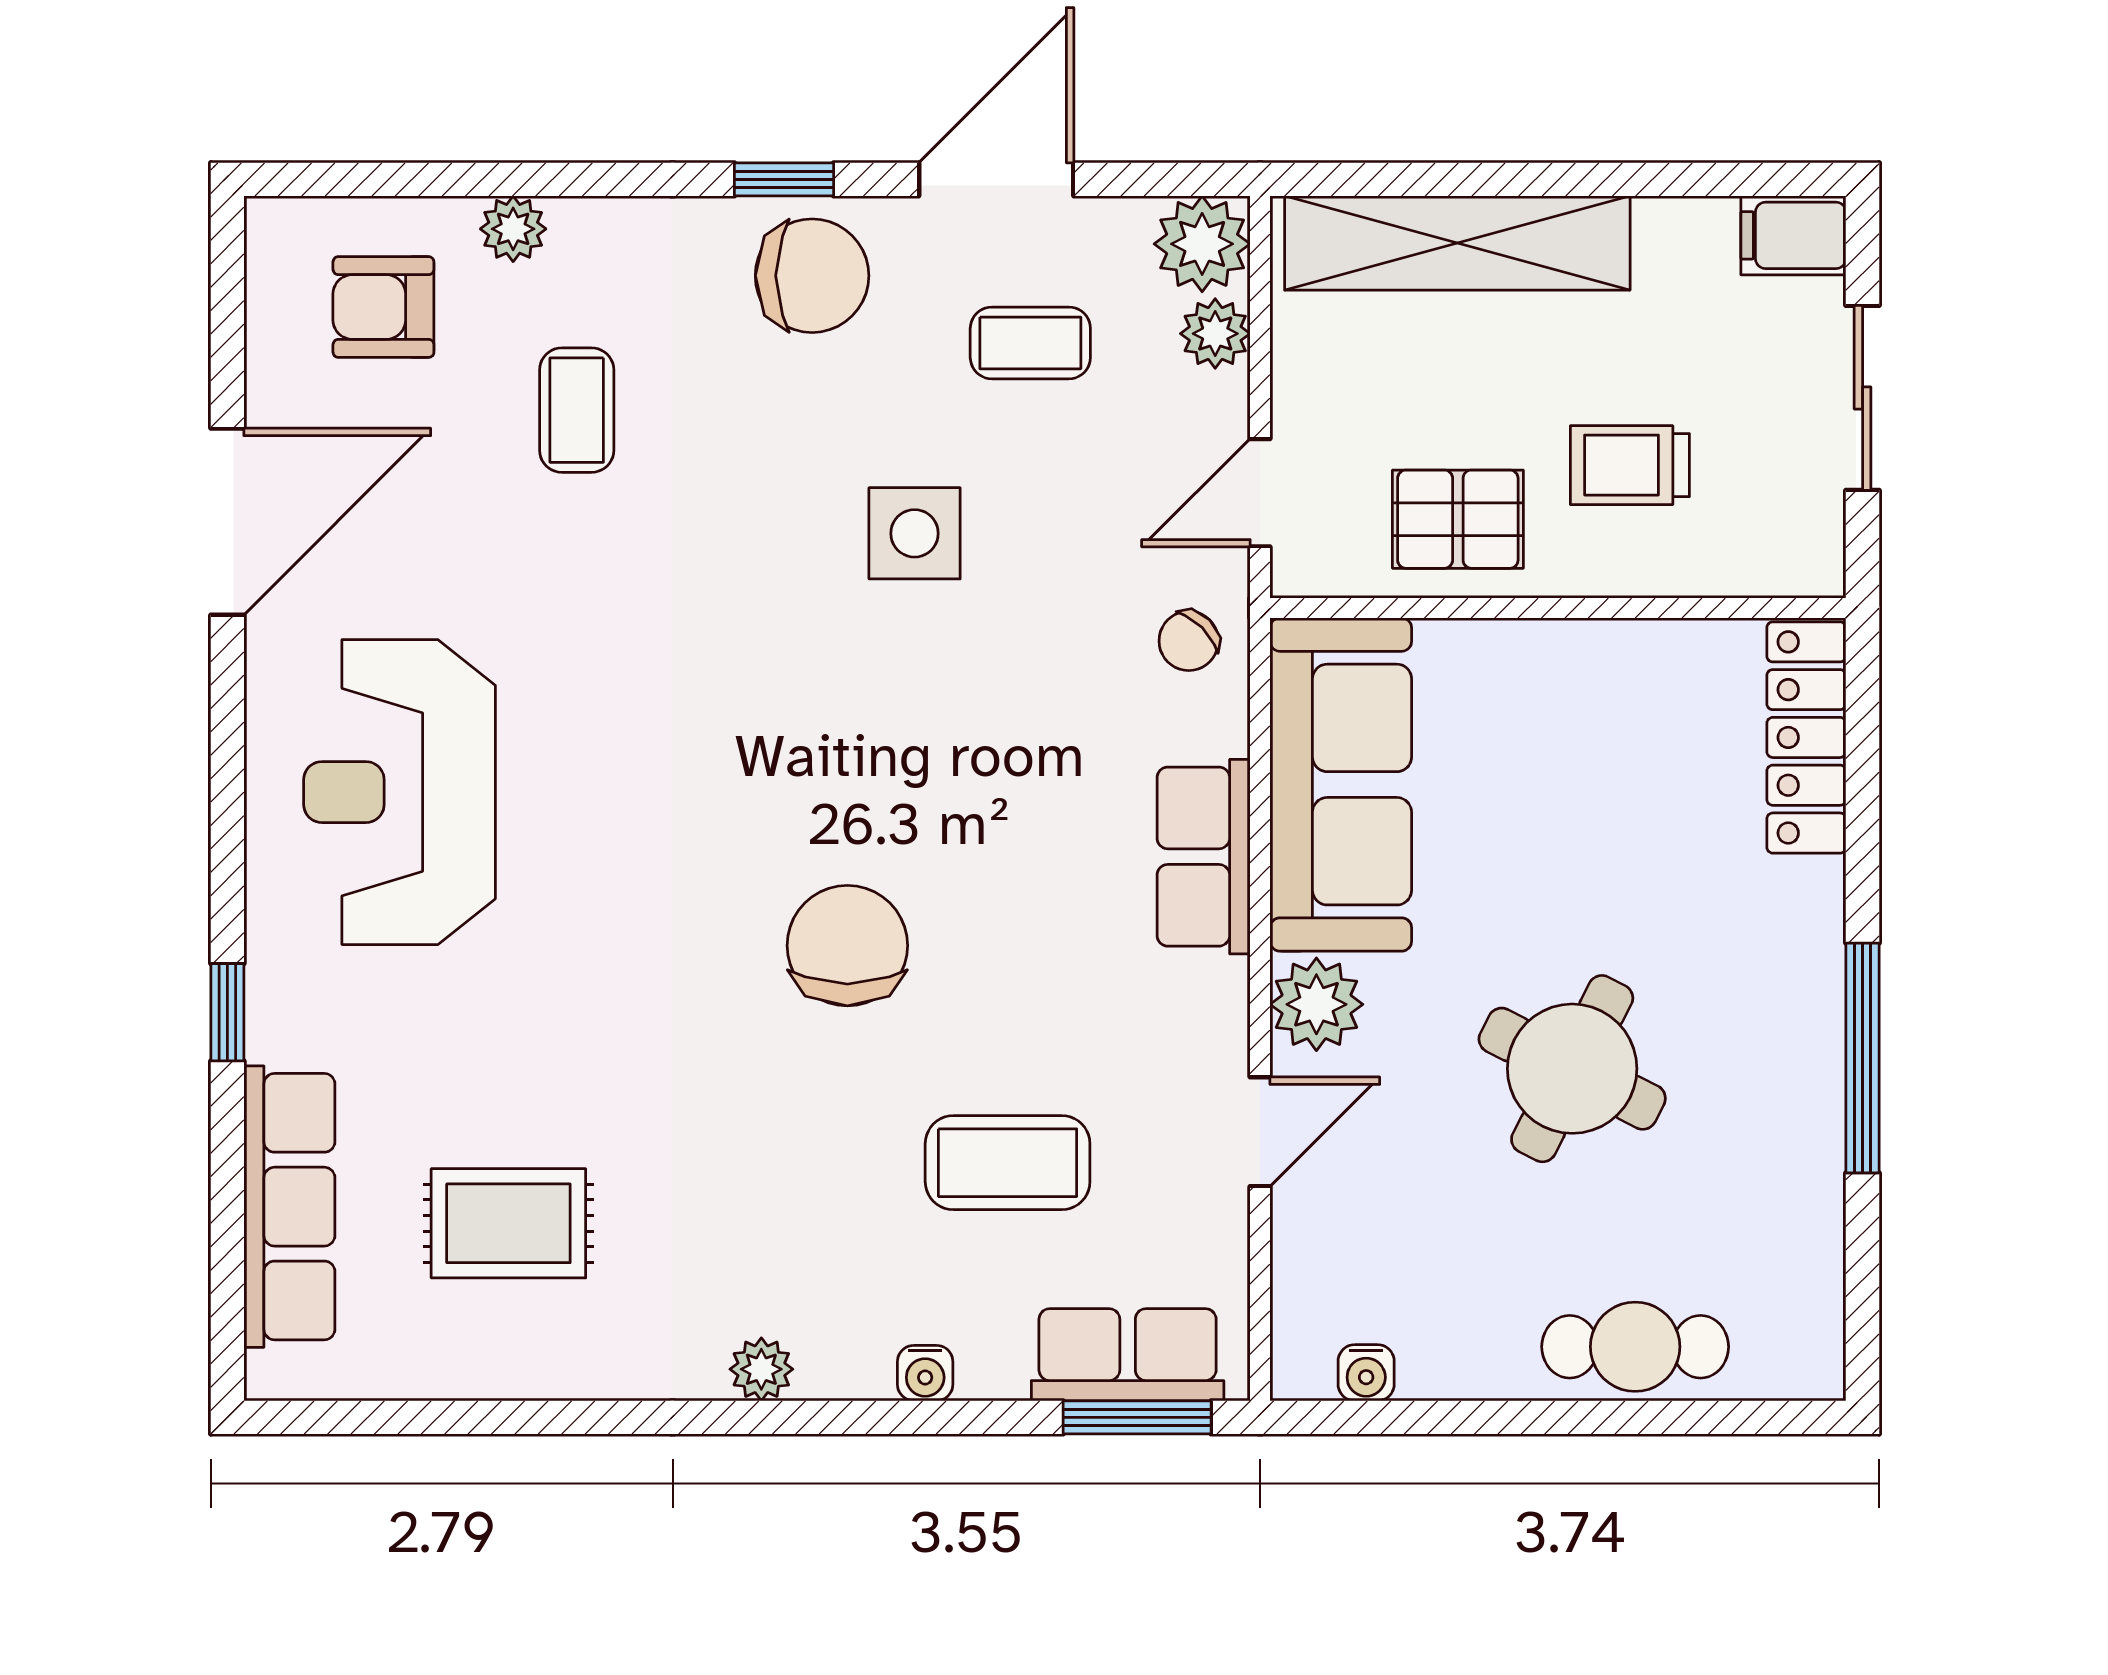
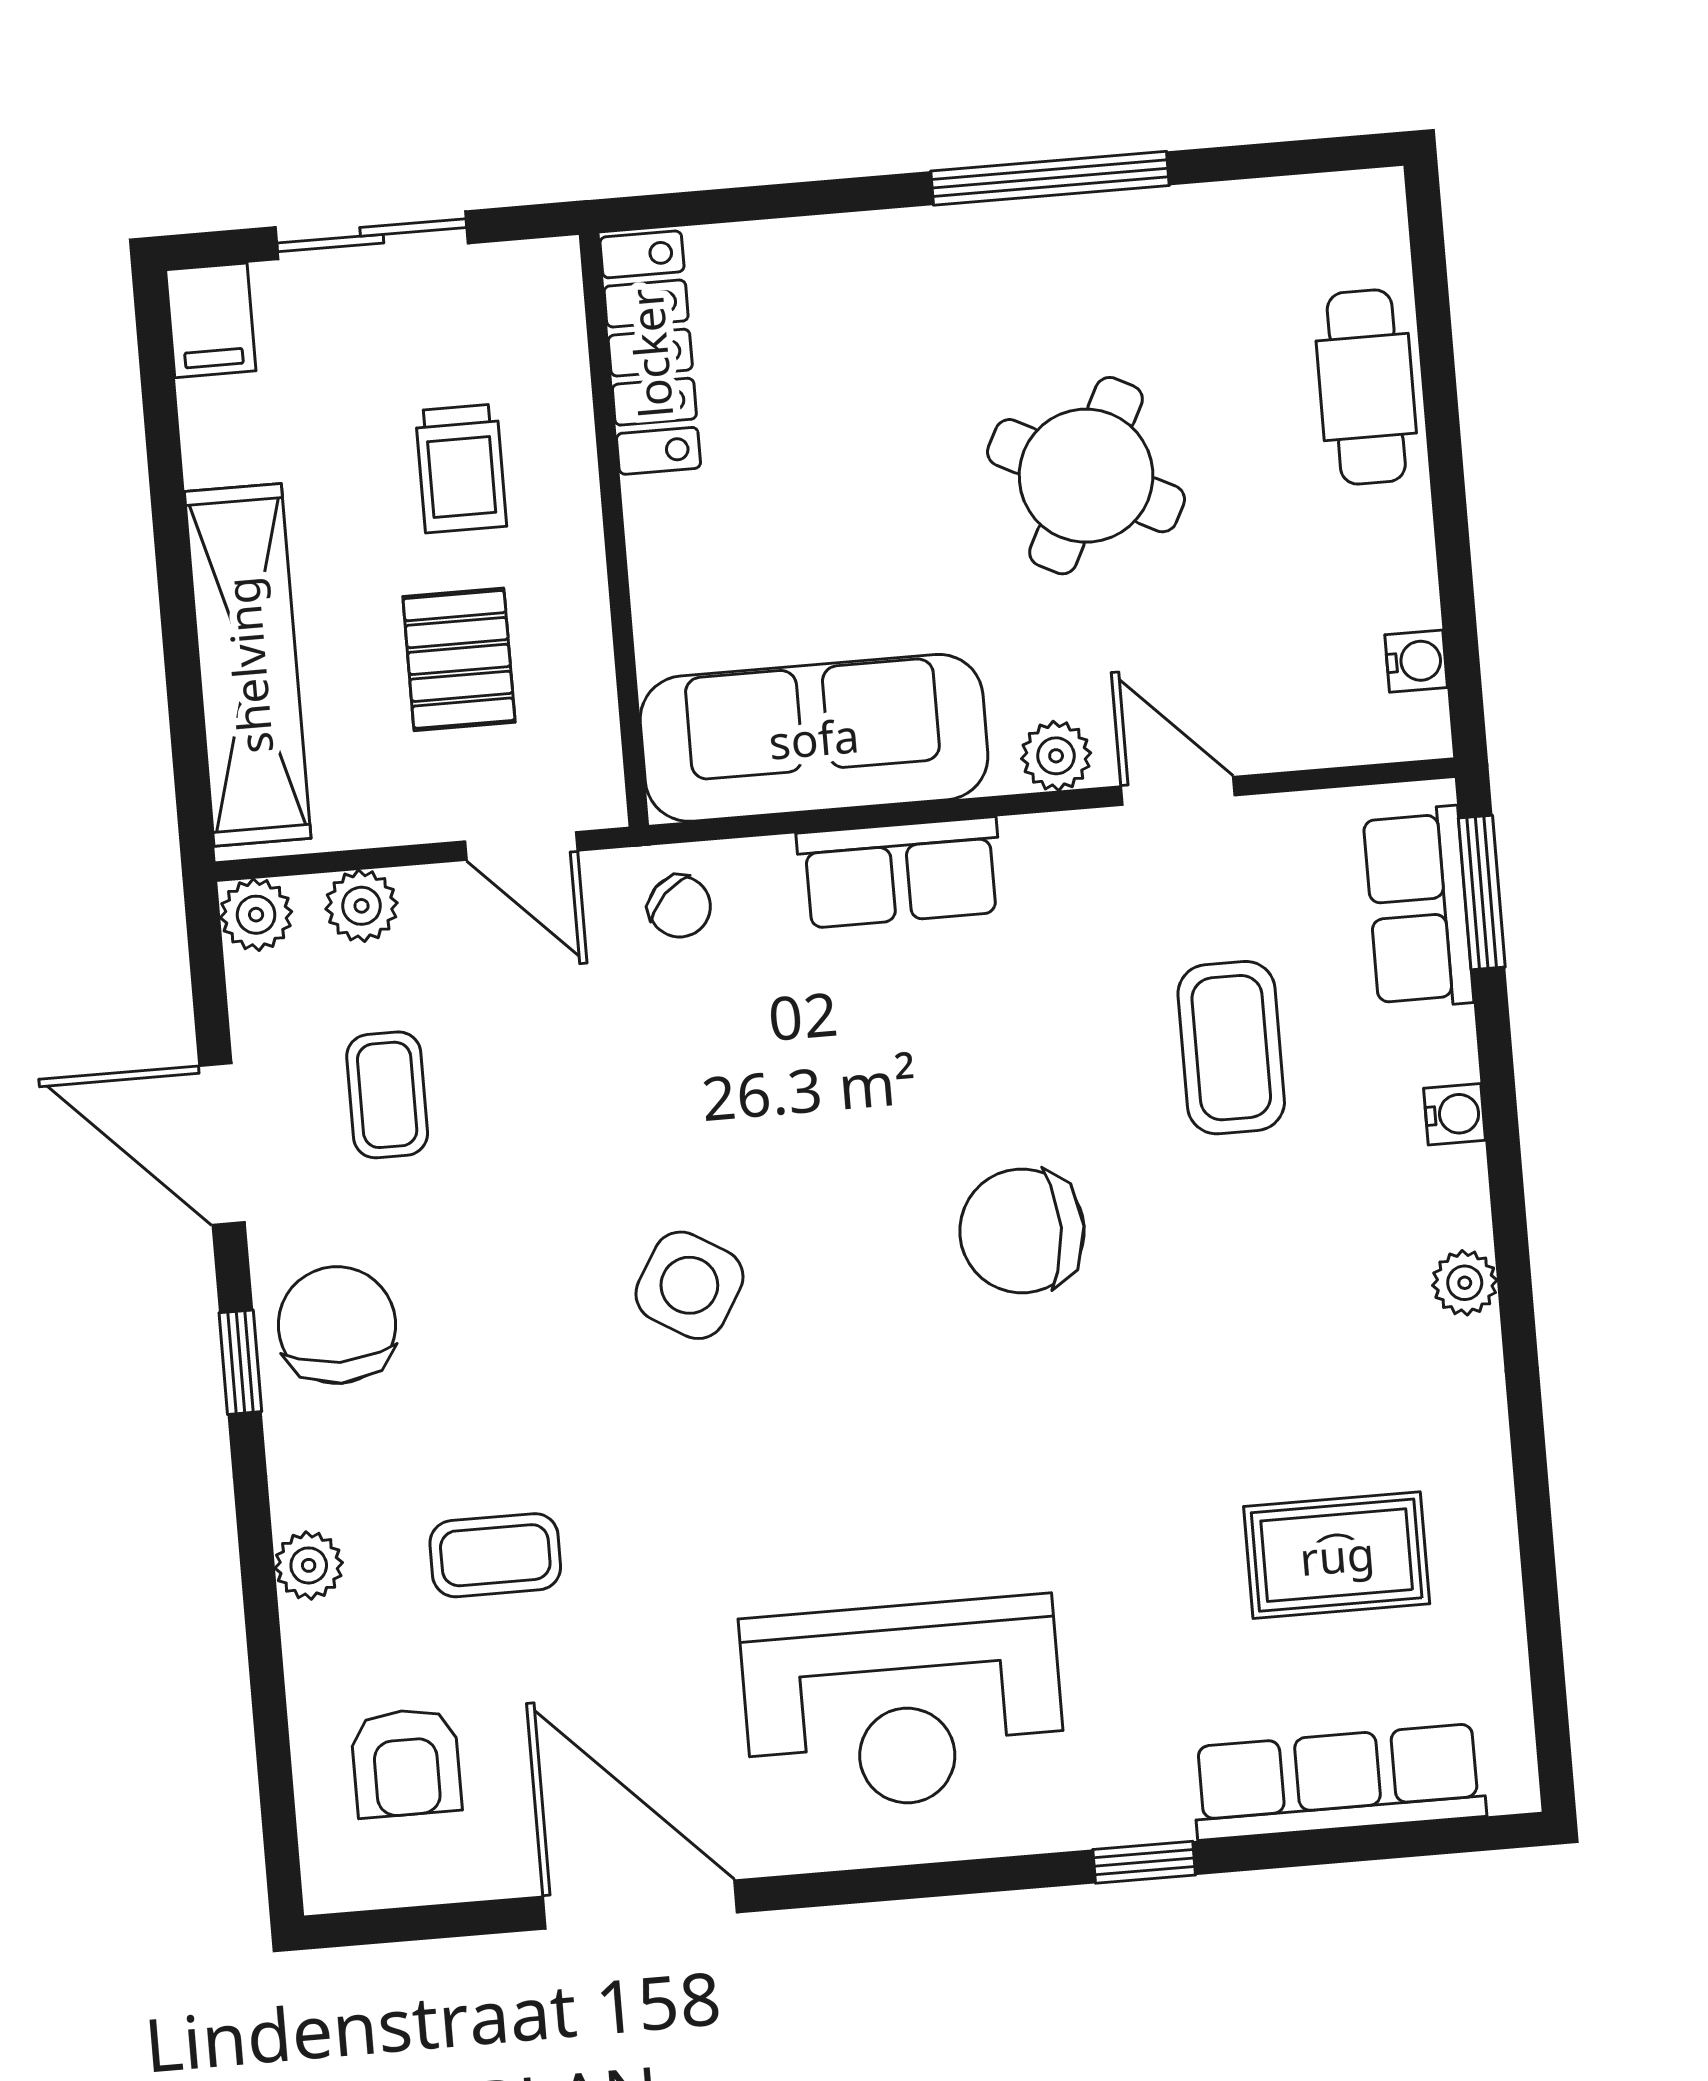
plant: (513, 229) -> (309, 1565), moved
plant: (1202, 244) -> (256, 915), width x0.73, depth x0.73
pallet: (1458, 519) -> (459, 659), moved
side table: (915, 533) -> (689, 1285), moved, turned 31
locker: (1806, 737) -> (650, 353), moved, turned -90
plant: (1316, 1004) -> (1056, 756), width x0.73, depth x0.73
rug: (508, 1223) -> (1337, 1555), turned 90

